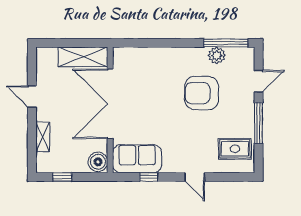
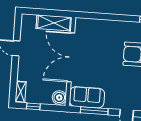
shelving: (43, 137) -> (21, 92), moved
window: (149, 177) -> (94, 111), width x2.17

